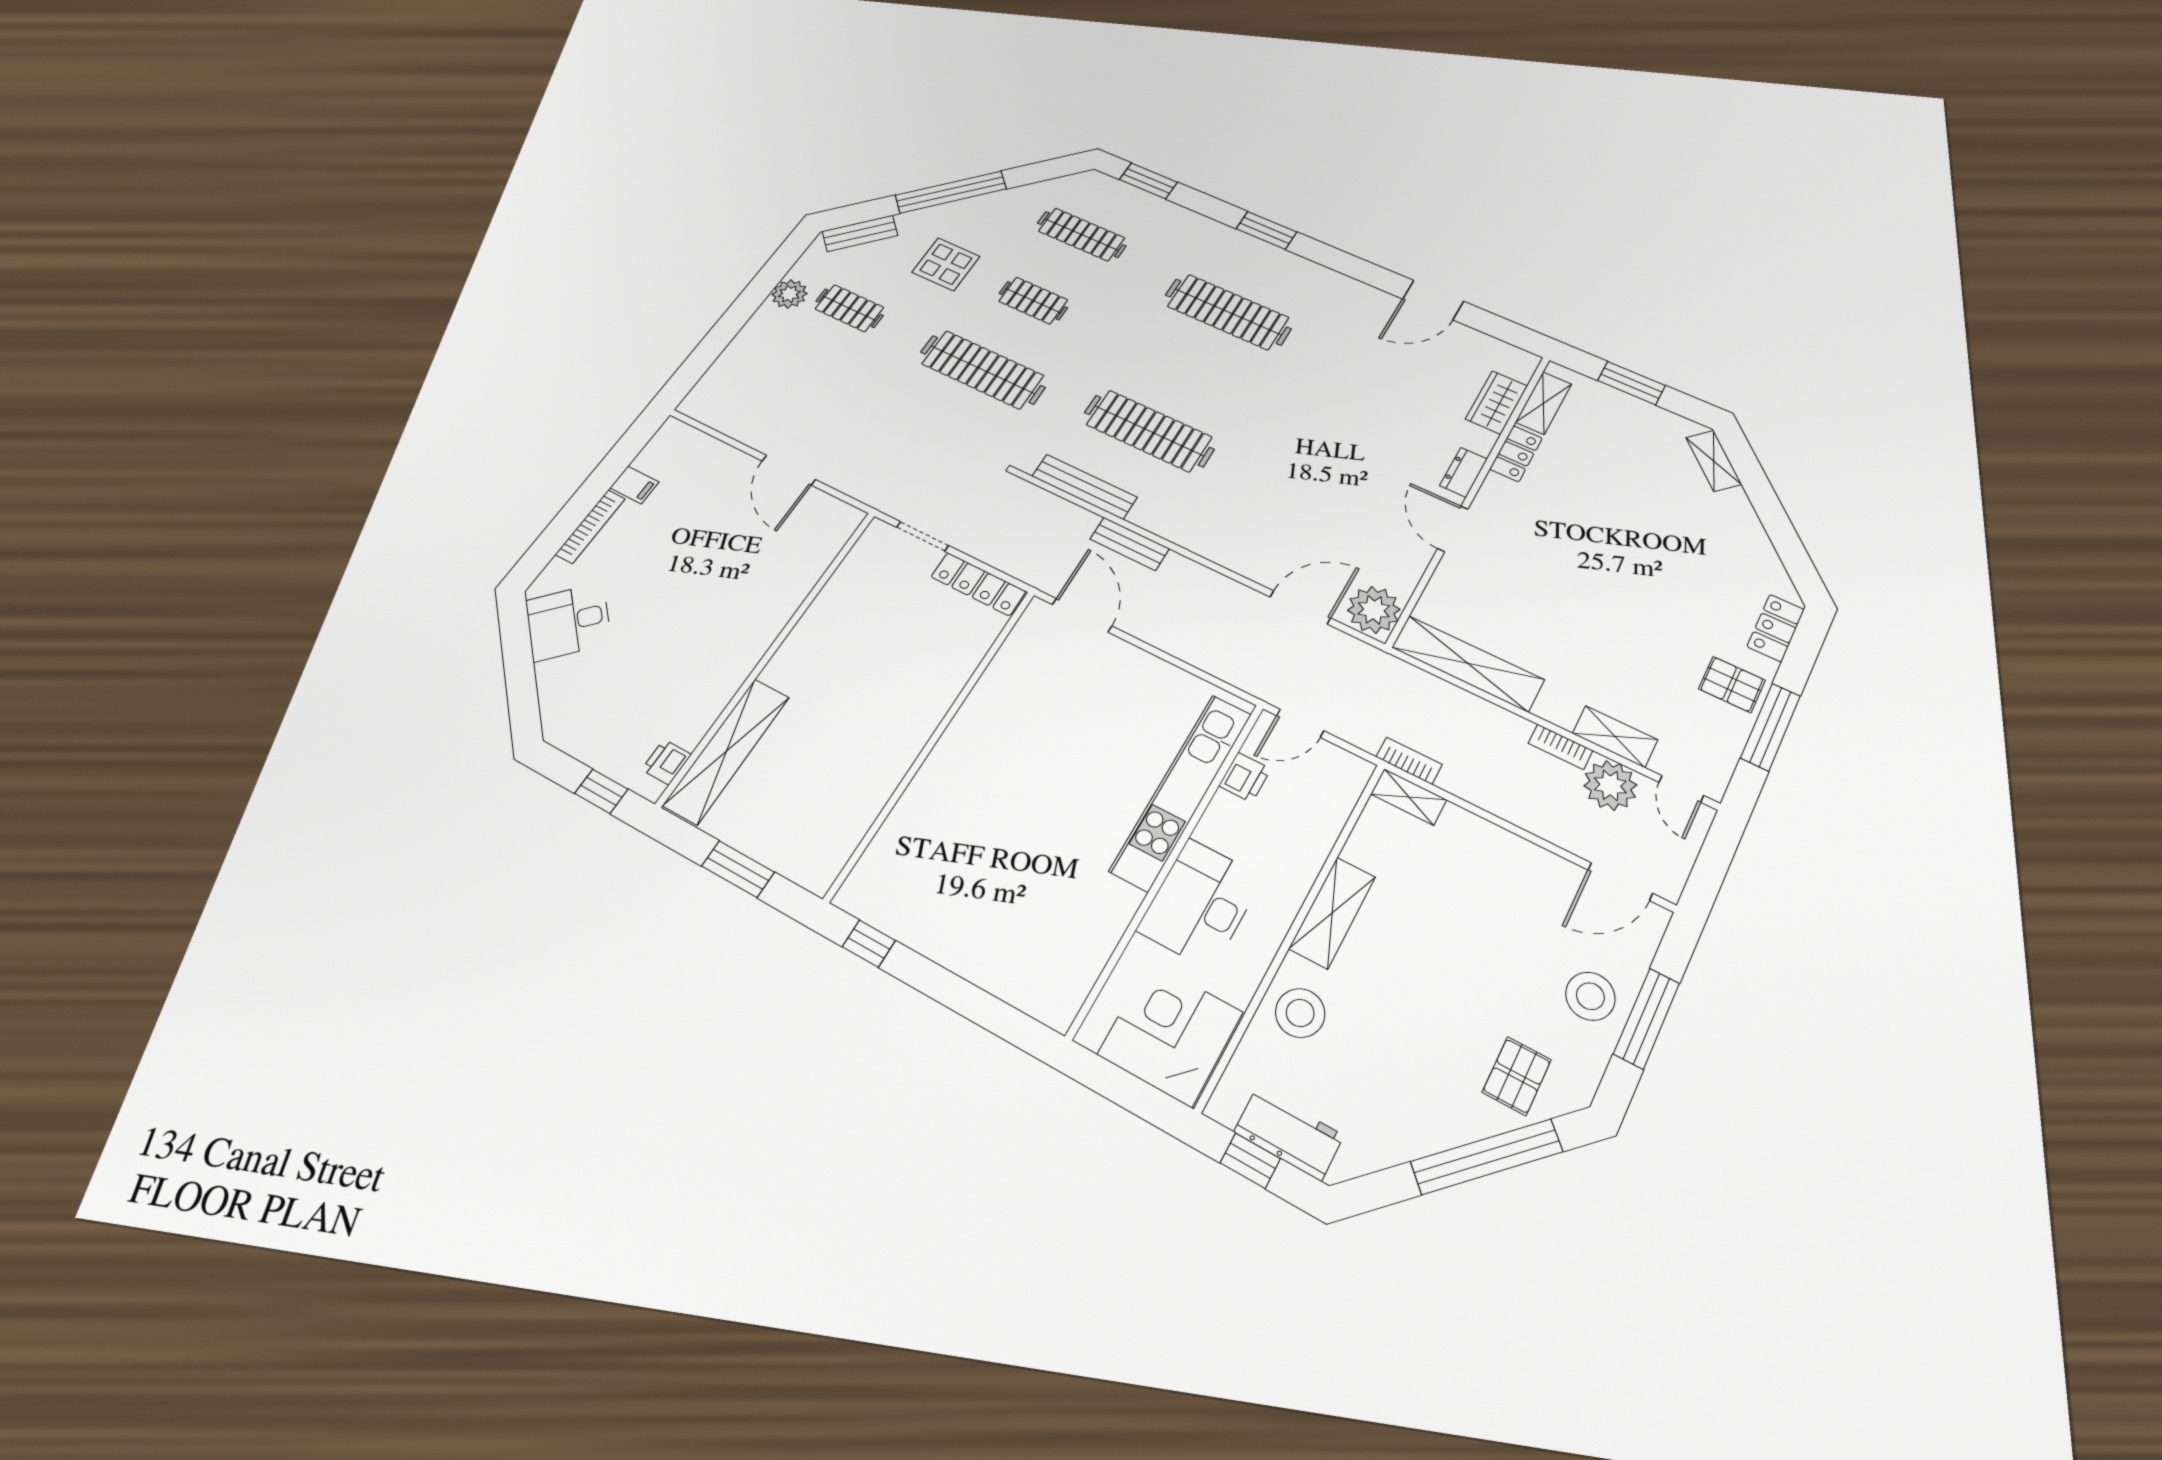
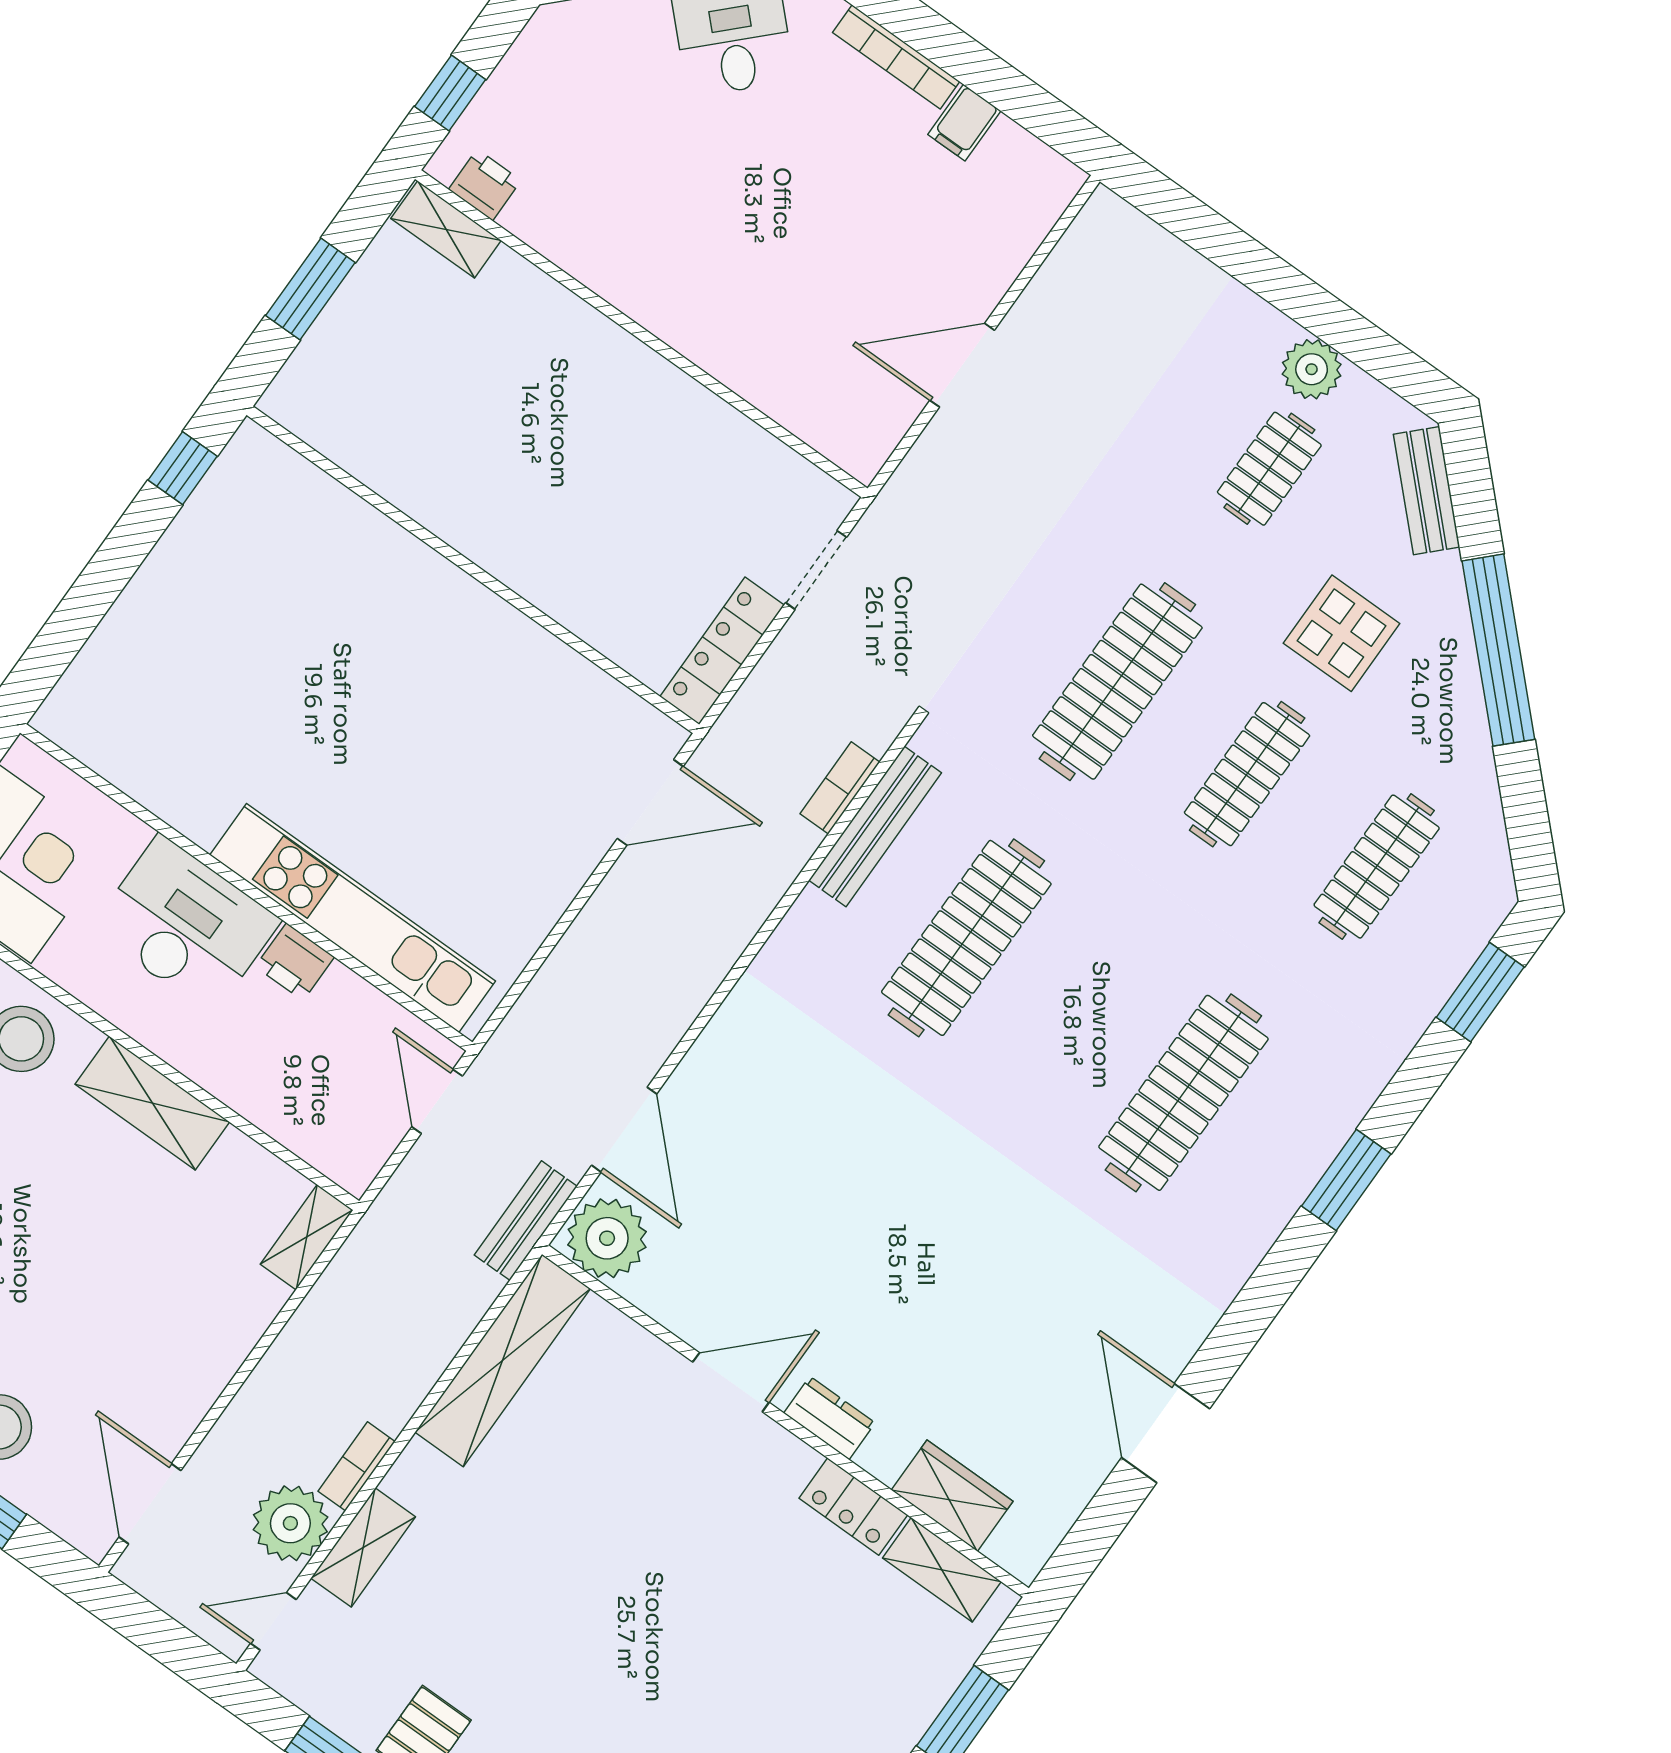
clothes rail: (1033, 301) -> (1247, 774), width x1.36
bench: (1130, 544) -> (526, 1221), moved
shelving: (727, 751) -> (446, 229), width x0.45, depth x0.75
bookcase: (1409, 761) -> (840, 788), moved, turned 180
printer: (1245, 777) -> (295, 962), moved

